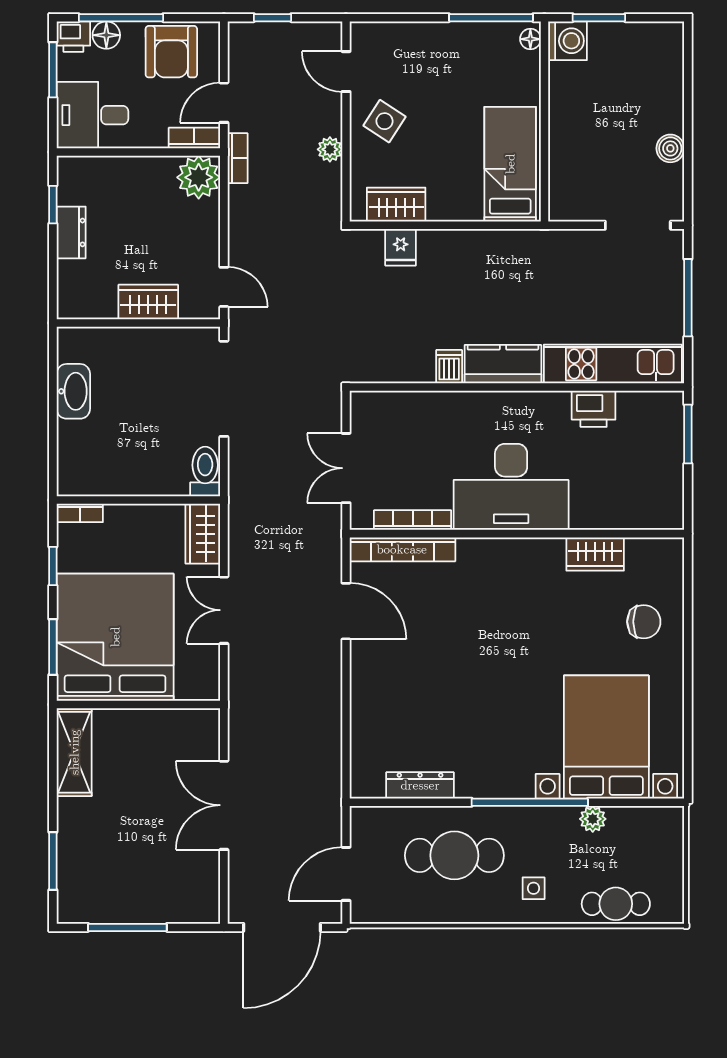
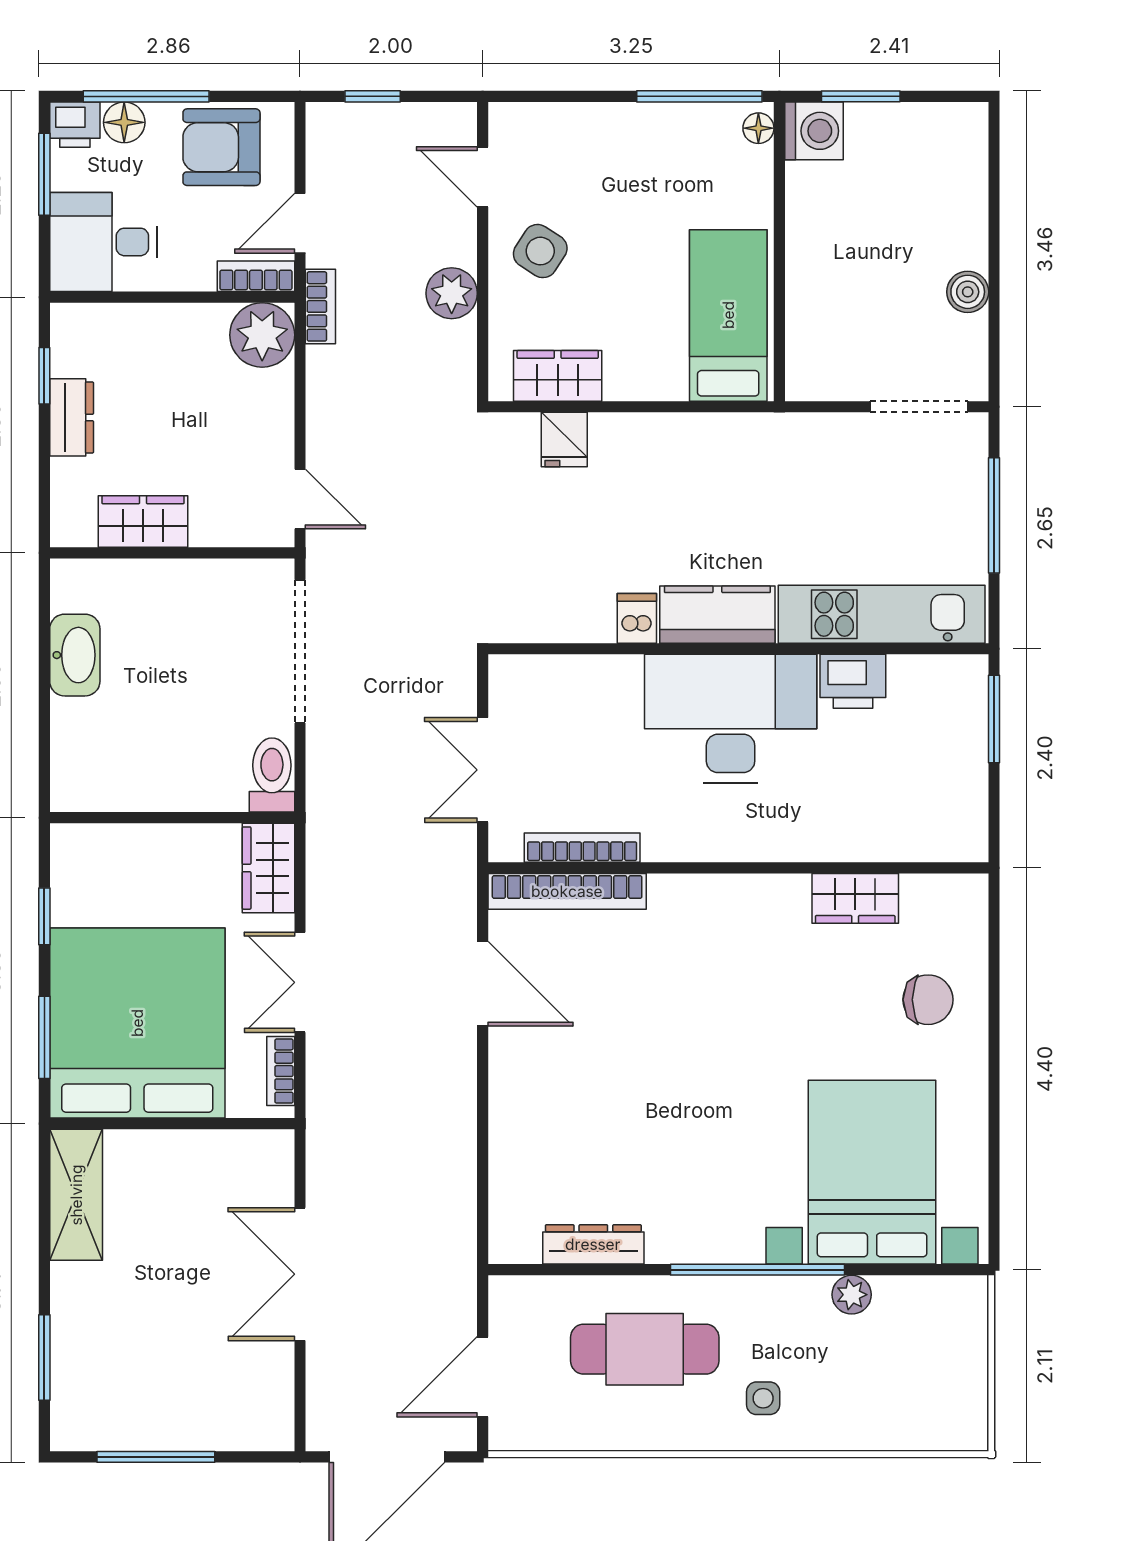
armchair: (171, 52) -> (221, 147), turned 90
plant: (330, 149) -> (452, 293), width x1.38, depth x1.38
wardrobe: (148, 302) -> (143, 522), moved
desk: (511, 487) -> (731, 719), moved, turned 180
bookcase: (80, 513) -> (281, 1071), moved, turned 90
cafe table: (616, 904) -> (886, 1422), removed

